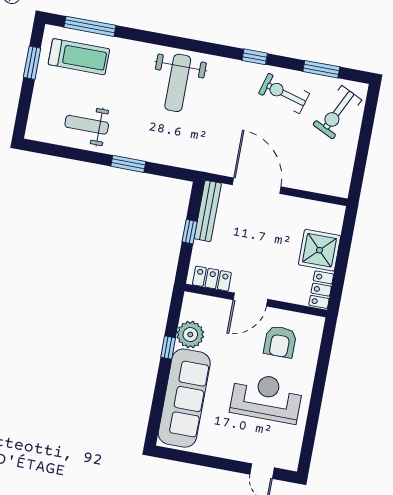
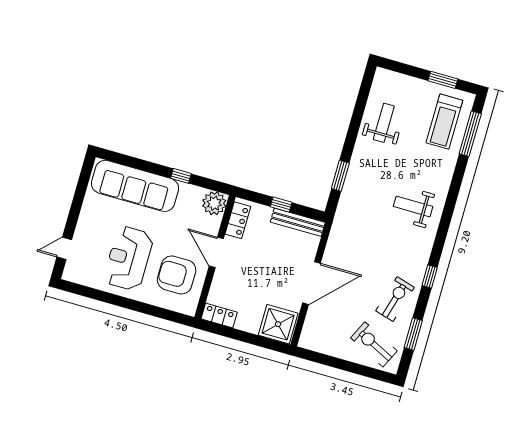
weight bench: (178, 83) -> (413, 206), width x0.73, depth x0.75
window: (128, 164) -> (340, 176), moved
door: (257, 186) -> (311, 283), moved
shower: (319, 250) -> (278, 324), moved
plant: (190, 335) -> (214, 203), moved
armchair: (280, 342) -> (177, 275), width x1.36, depth x1.36
reception desk: (266, 398) -> (129, 258), turned 180

